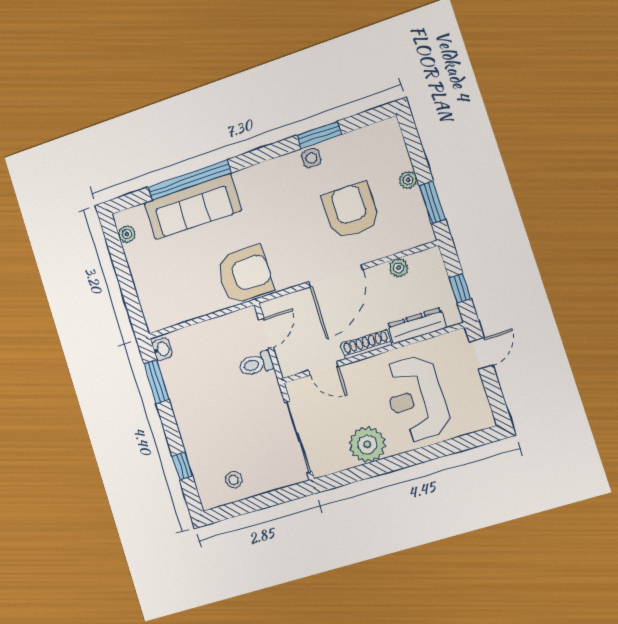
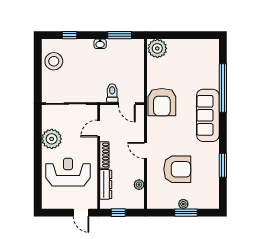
side table: (311, 158) -> (212, 157), removed
window: (432, 202) -> (186, 213), moved
sofa: (193, 207) -> (208, 115), moved
plant: (127, 234) -> (157, 48), moved, width x1.88, depth x1.88
door: (336, 276) -> (146, 150), width x0.53
washbasin: (162, 349) -> (100, 44), moved
stool: (234, 480) -> (54, 61), width x1.89, depth x1.89

